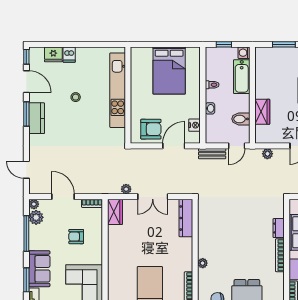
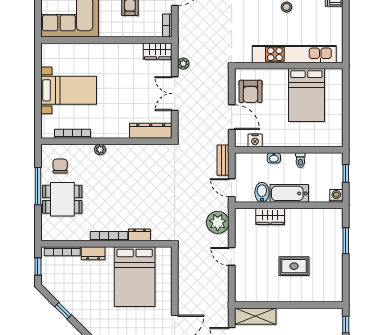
bed: (169, 70) -> (306, 95), moved, turned -90
bathtub: (242, 77) -> (289, 193), moved
plant: (267, 154) -> (218, 222), width x1.87, depth x1.87

